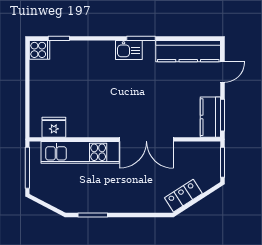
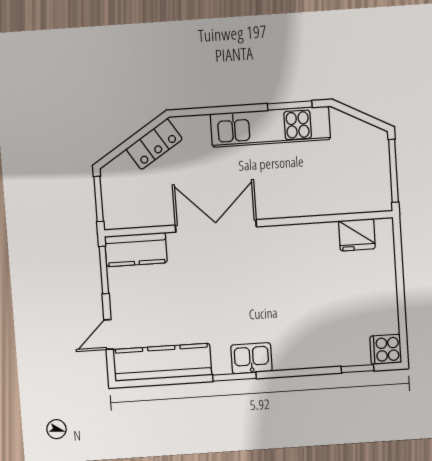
kitchen counter: (210, 117) -> (136, 250), moved, turned 90
kitchen unit: (80, 152) -> (270, 127), moved, turned 180

